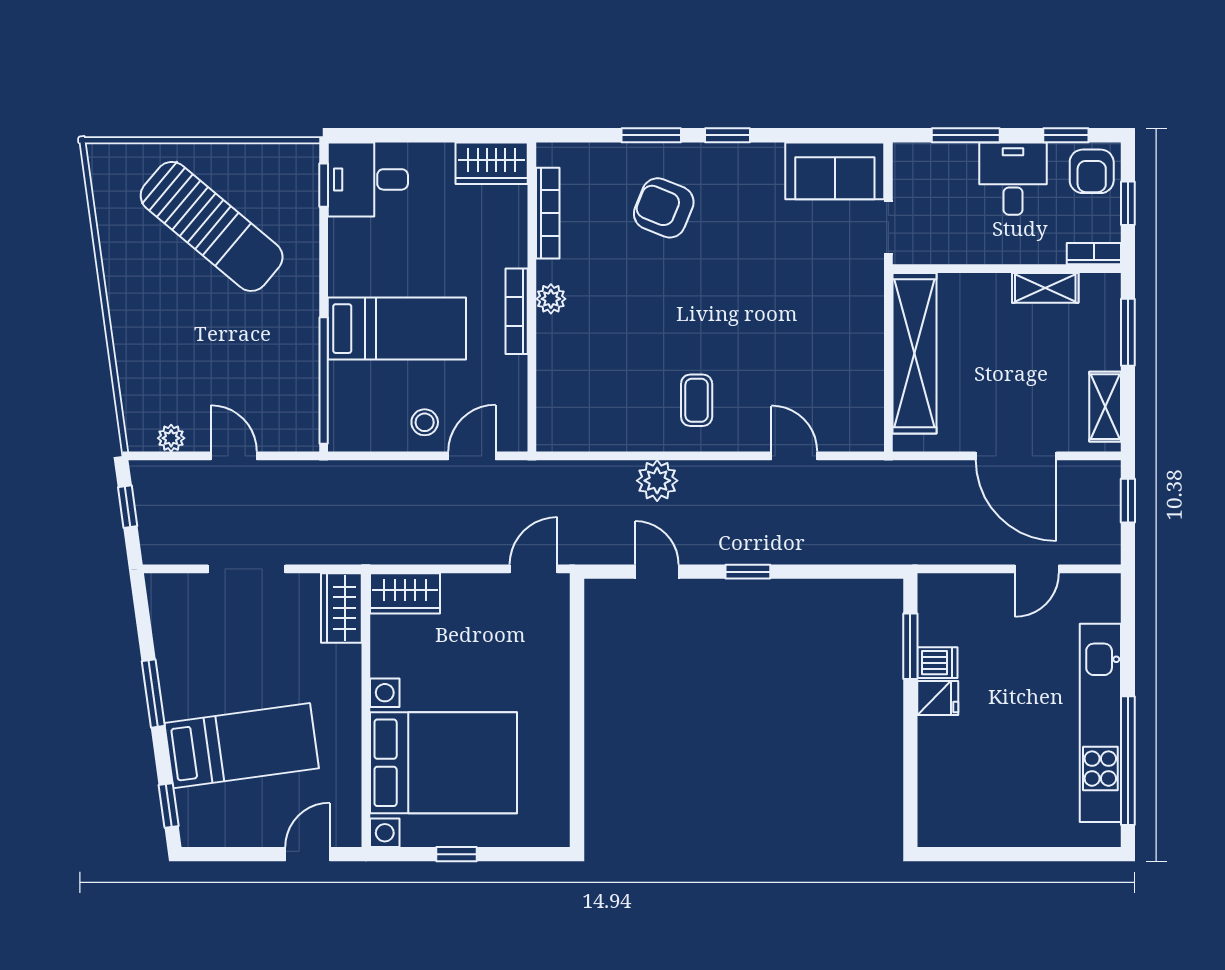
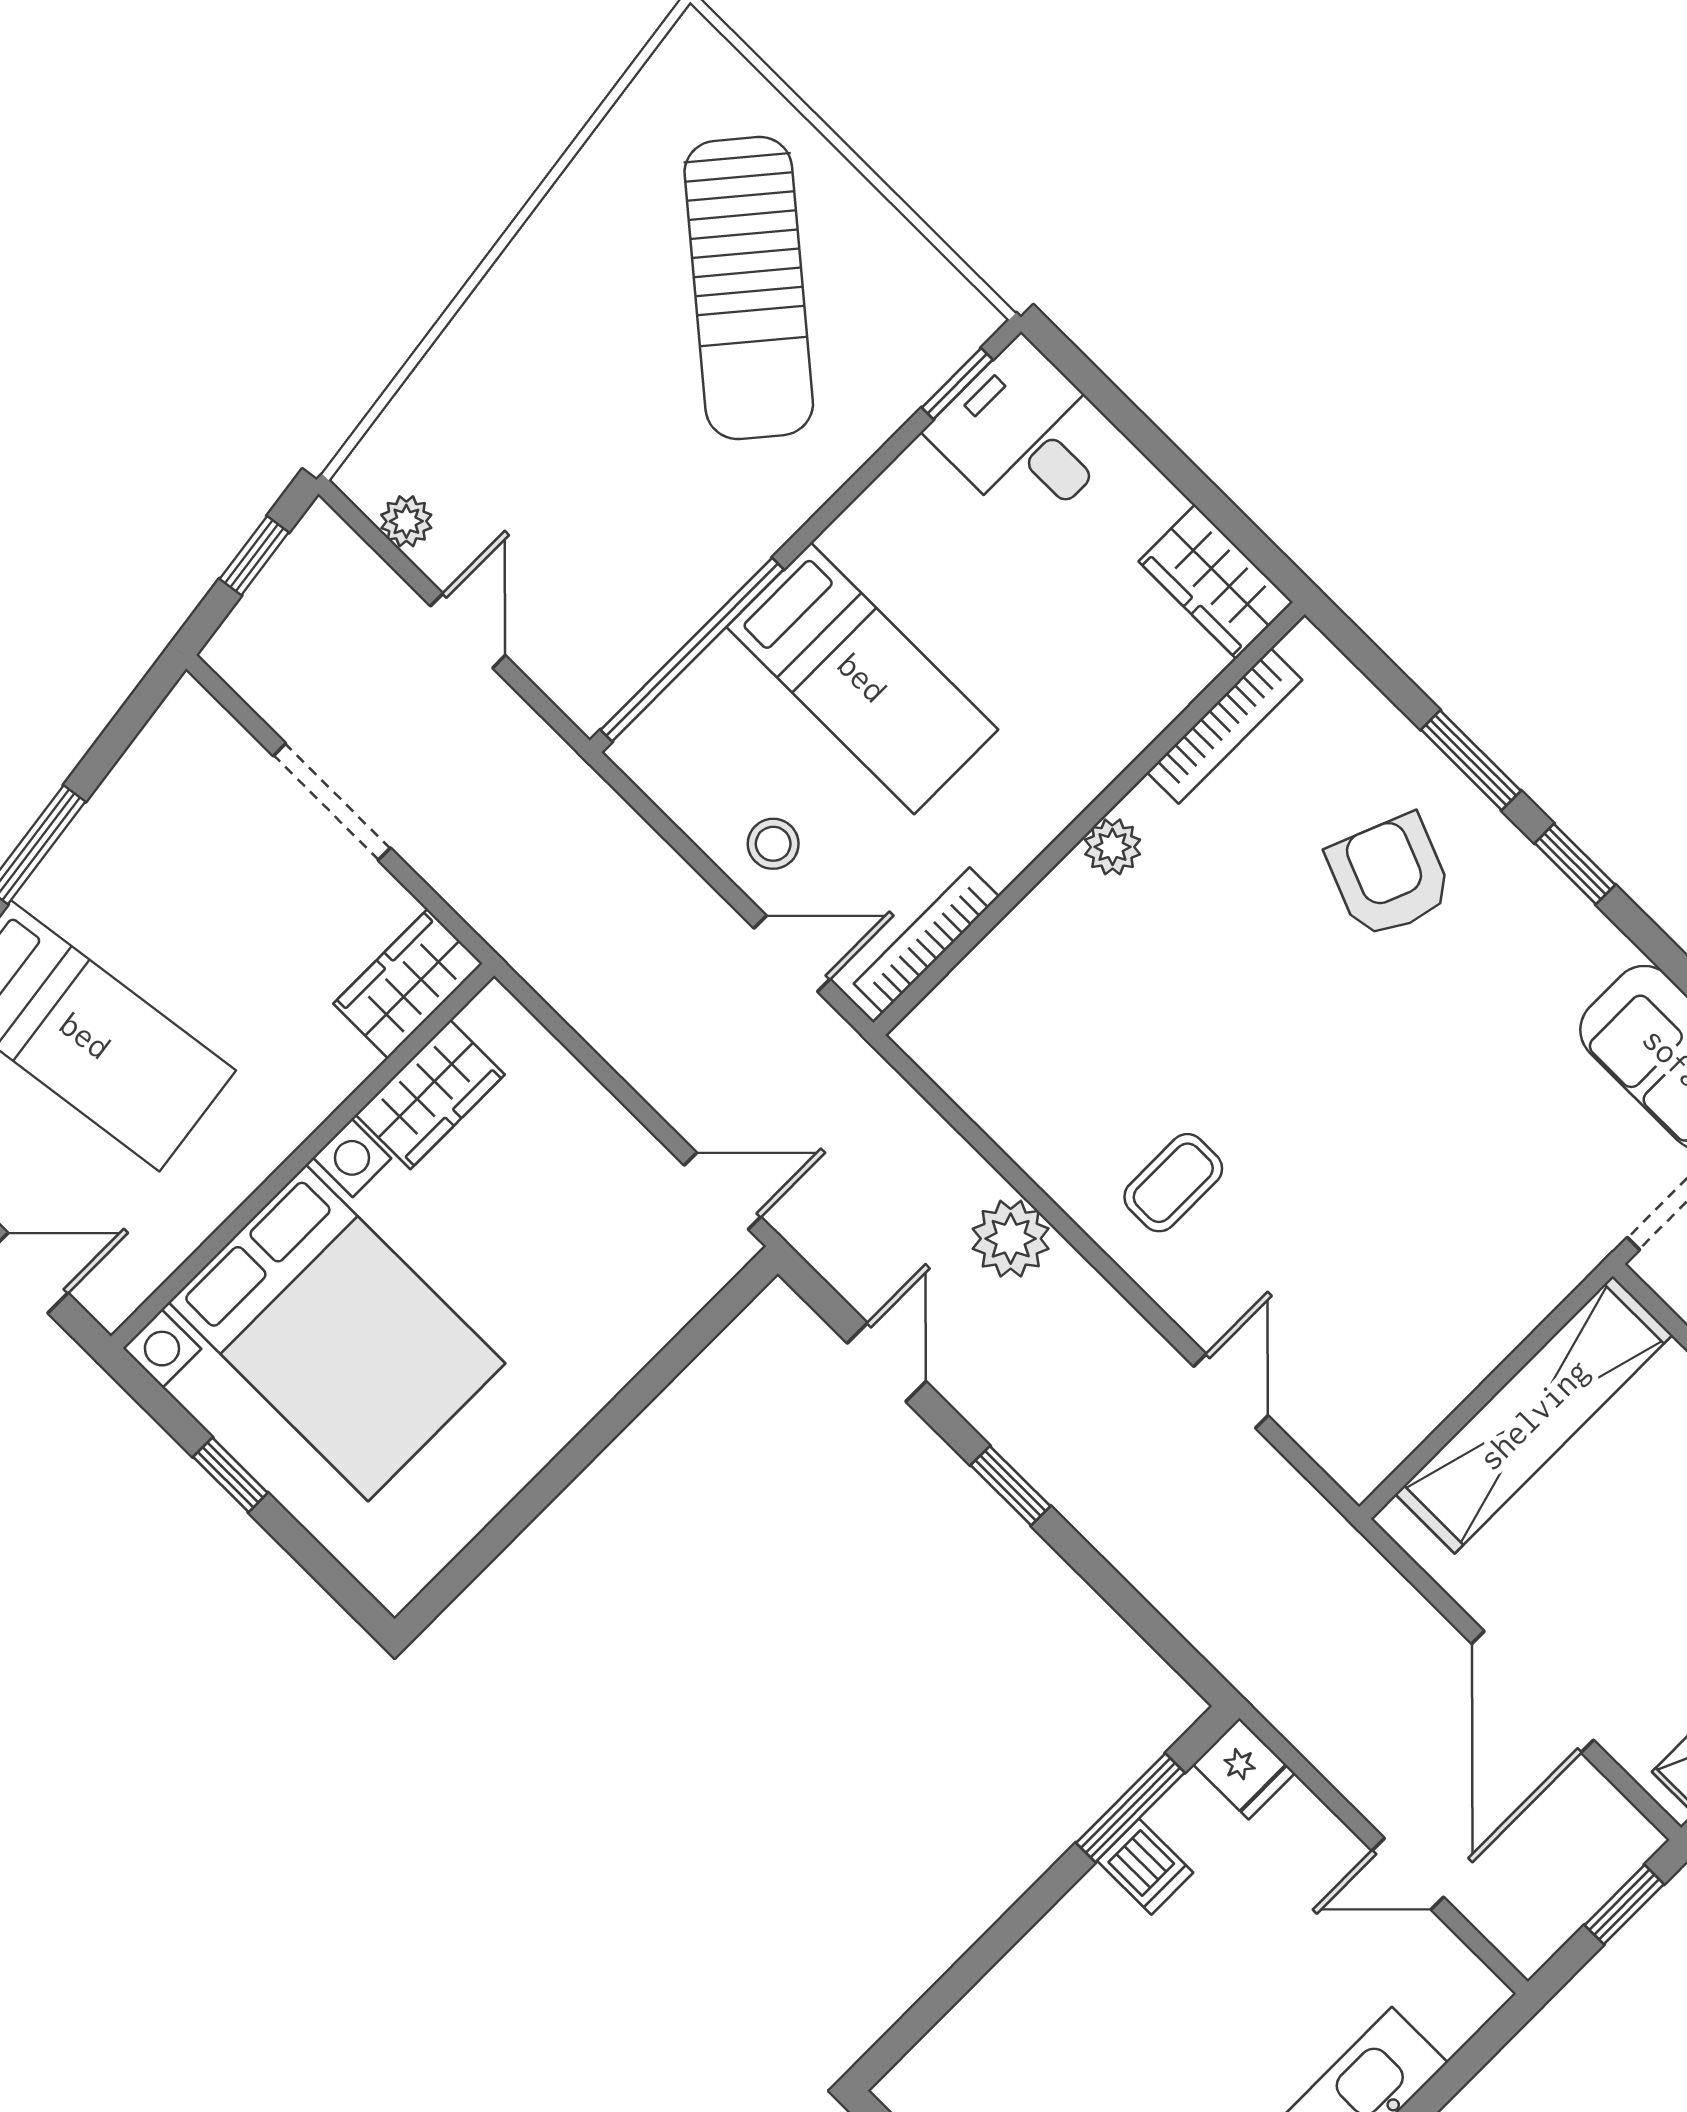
bookcase: (517, 311) -> (927, 940), moved
wardrobe: (405, 593) -> (430, 1095), moved, turned -90
fridge: (938, 698) -> (1244, 1769), moved

